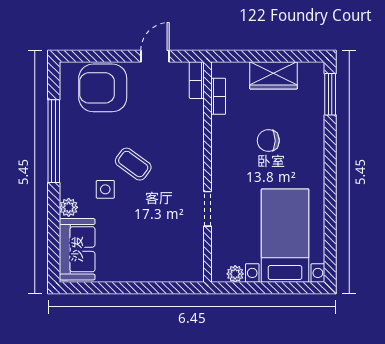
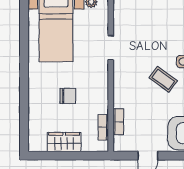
bookcase: (197, 80) -> (118, 122), moved
window: (330, 94) -> (24, 129), removed

